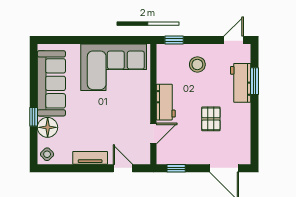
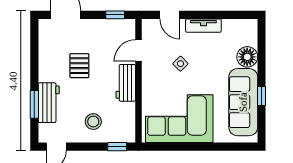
window: (34, 117) -> (262, 96), moved
side table: (47, 154) -> (180, 64), moved

